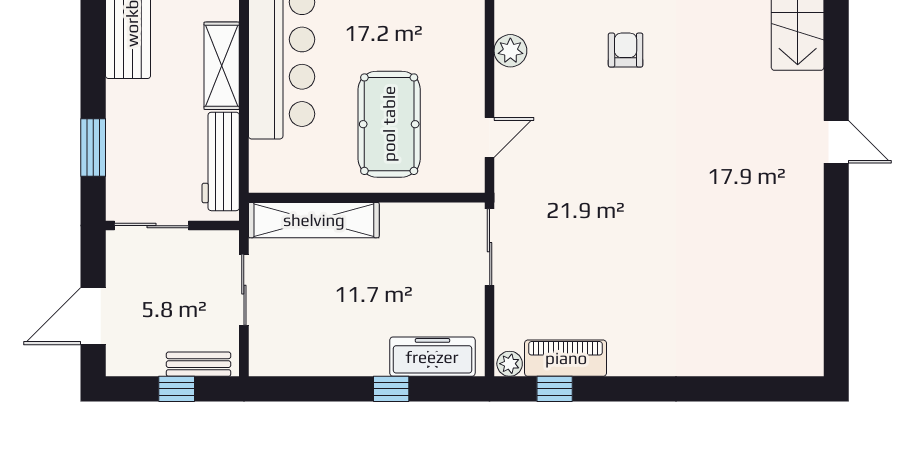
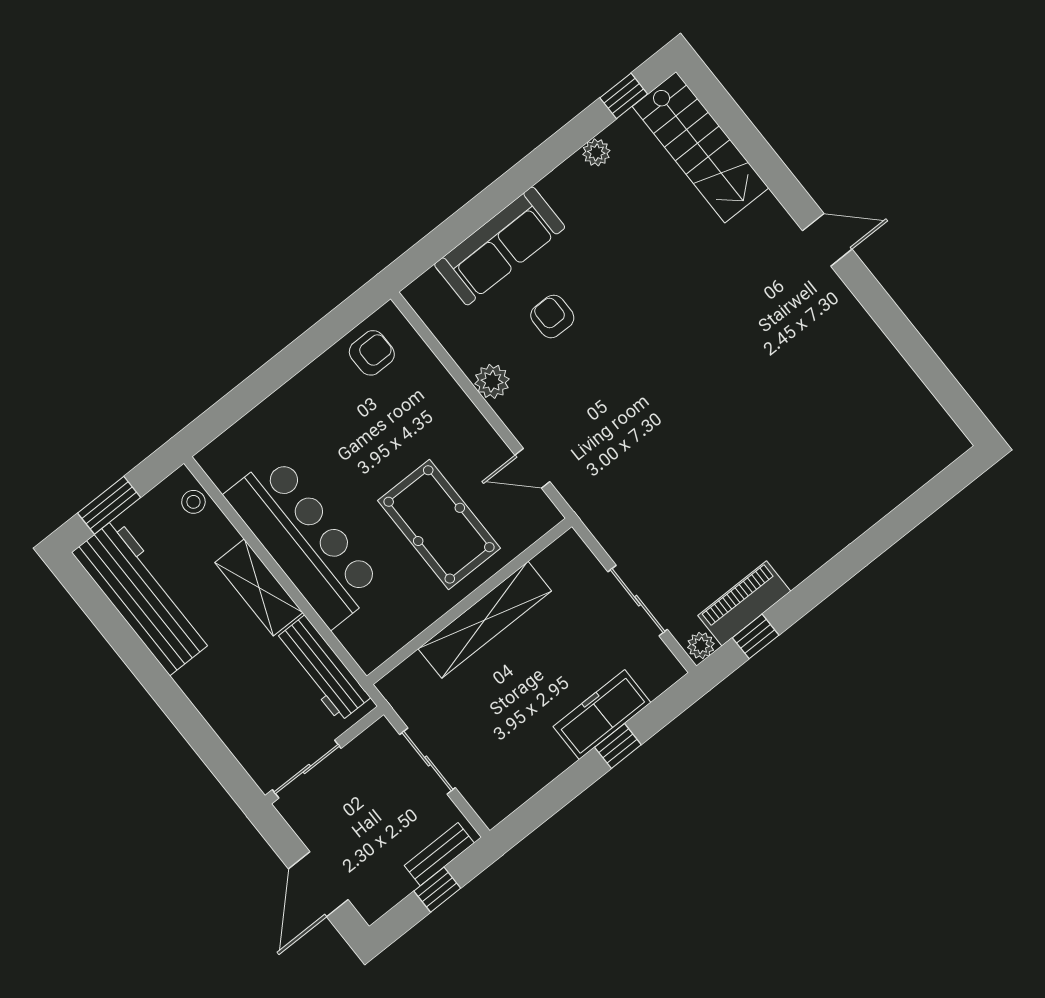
armchair: (626, 50) -> (552, 316), moved
door: (490, 137) -> (532, 468), swing flipped
window: (93, 148) -> (205, 742), removed
shelving: (314, 220) -> (485, 620), moved
sliding door: (490, 247) -> (638, 601), moved
freezer: (432, 357) -> (602, 714), moved

